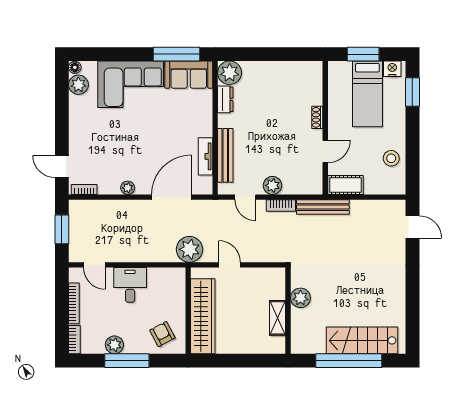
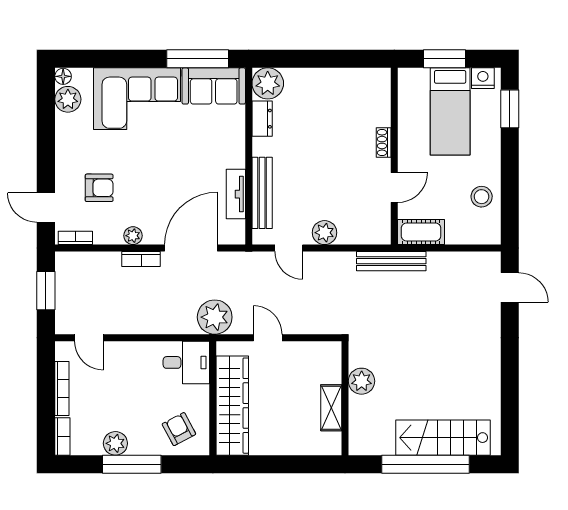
armchair: (102, 152) -> (99, 188), added
bookcase: (281, 205) -> (141, 259), moved
desk: (130, 285) -> (186, 362), moved, turned 90

